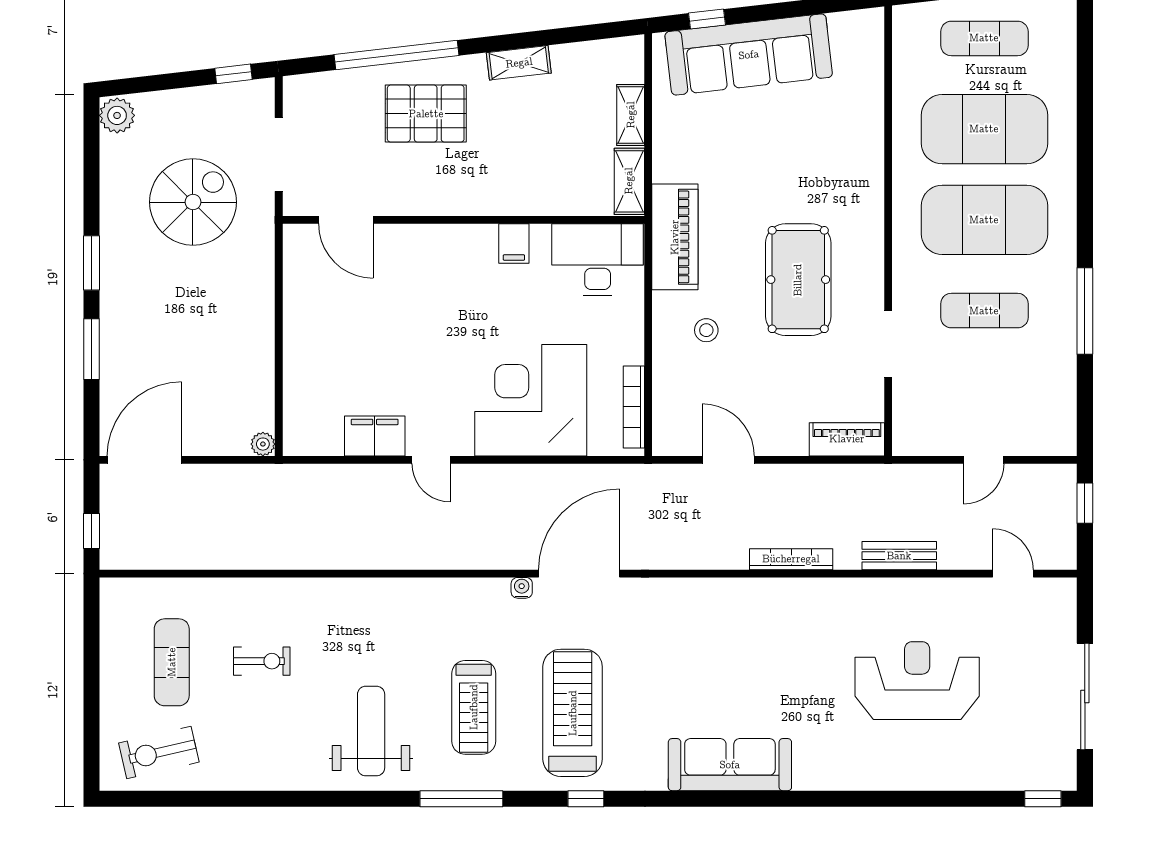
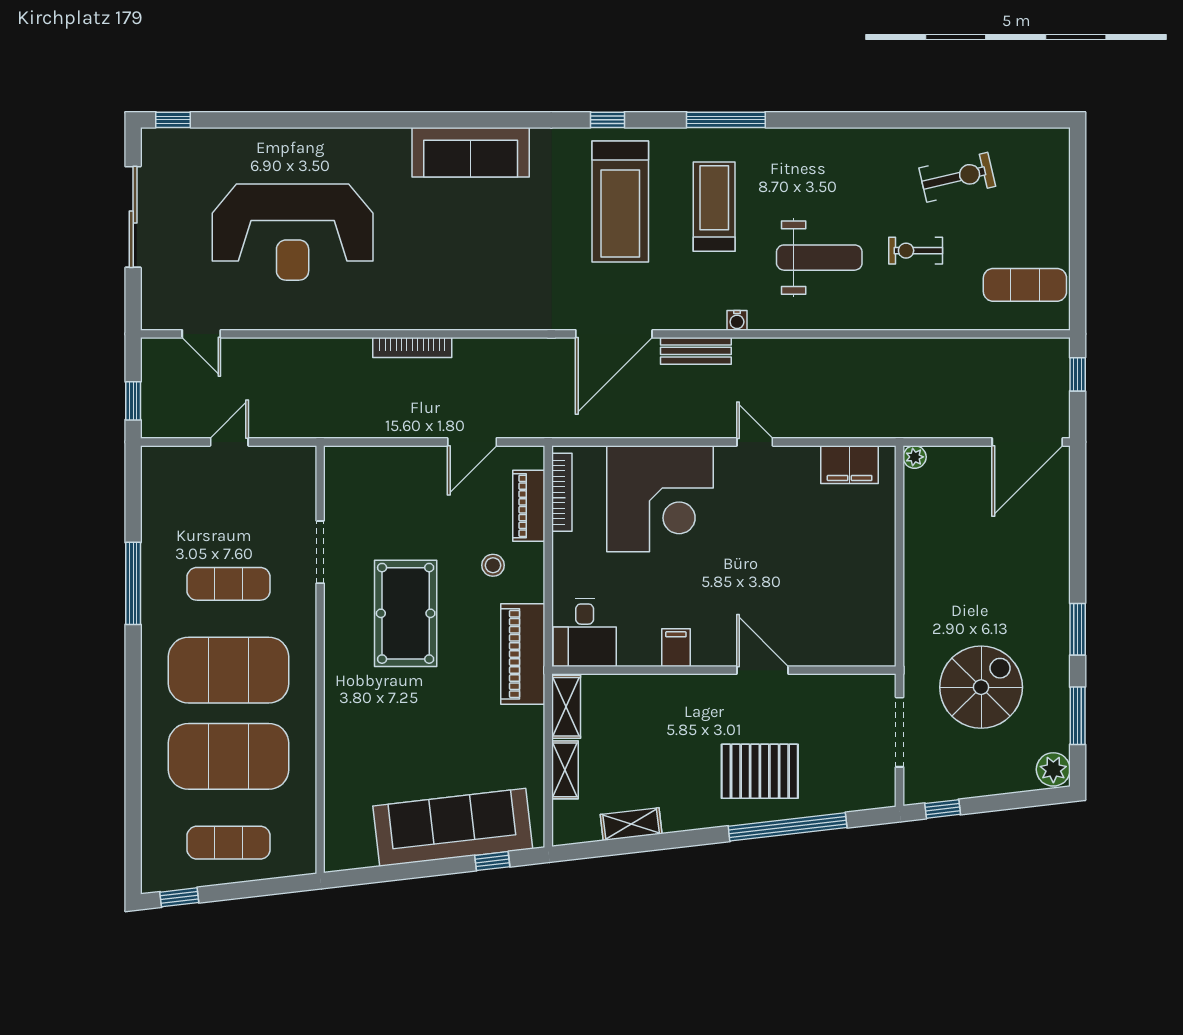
shelving: (519, 63) -> (631, 824), moved
spiral stairs: (193, 202) -> (981, 687), turned 180
door: (346, 220) -> (762, 670), moved
desk: (598, 259) -> (585, 632), width x0.73
window: (91, 349) -> (1078, 716), moved
filing cabinet: (375, 436) -> (850, 465), moved
piano: (847, 439) -> (529, 506), moved, turned 90
door: (728, 460) -> (472, 442), hinge flipped
bench: (899, 556) -> (696, 351), moved
water cooler: (522, 588) -> (737, 320), moved
exercise mat: (172, 662) -> (1025, 285), moved, turned 90
reception desk: (917, 681) -> (293, 232), width x1.36, depth x1.30
weight bench: (371, 731) -> (819, 258), moved, turned -90
exercise bike: (159, 752) -> (957, 177), moved

